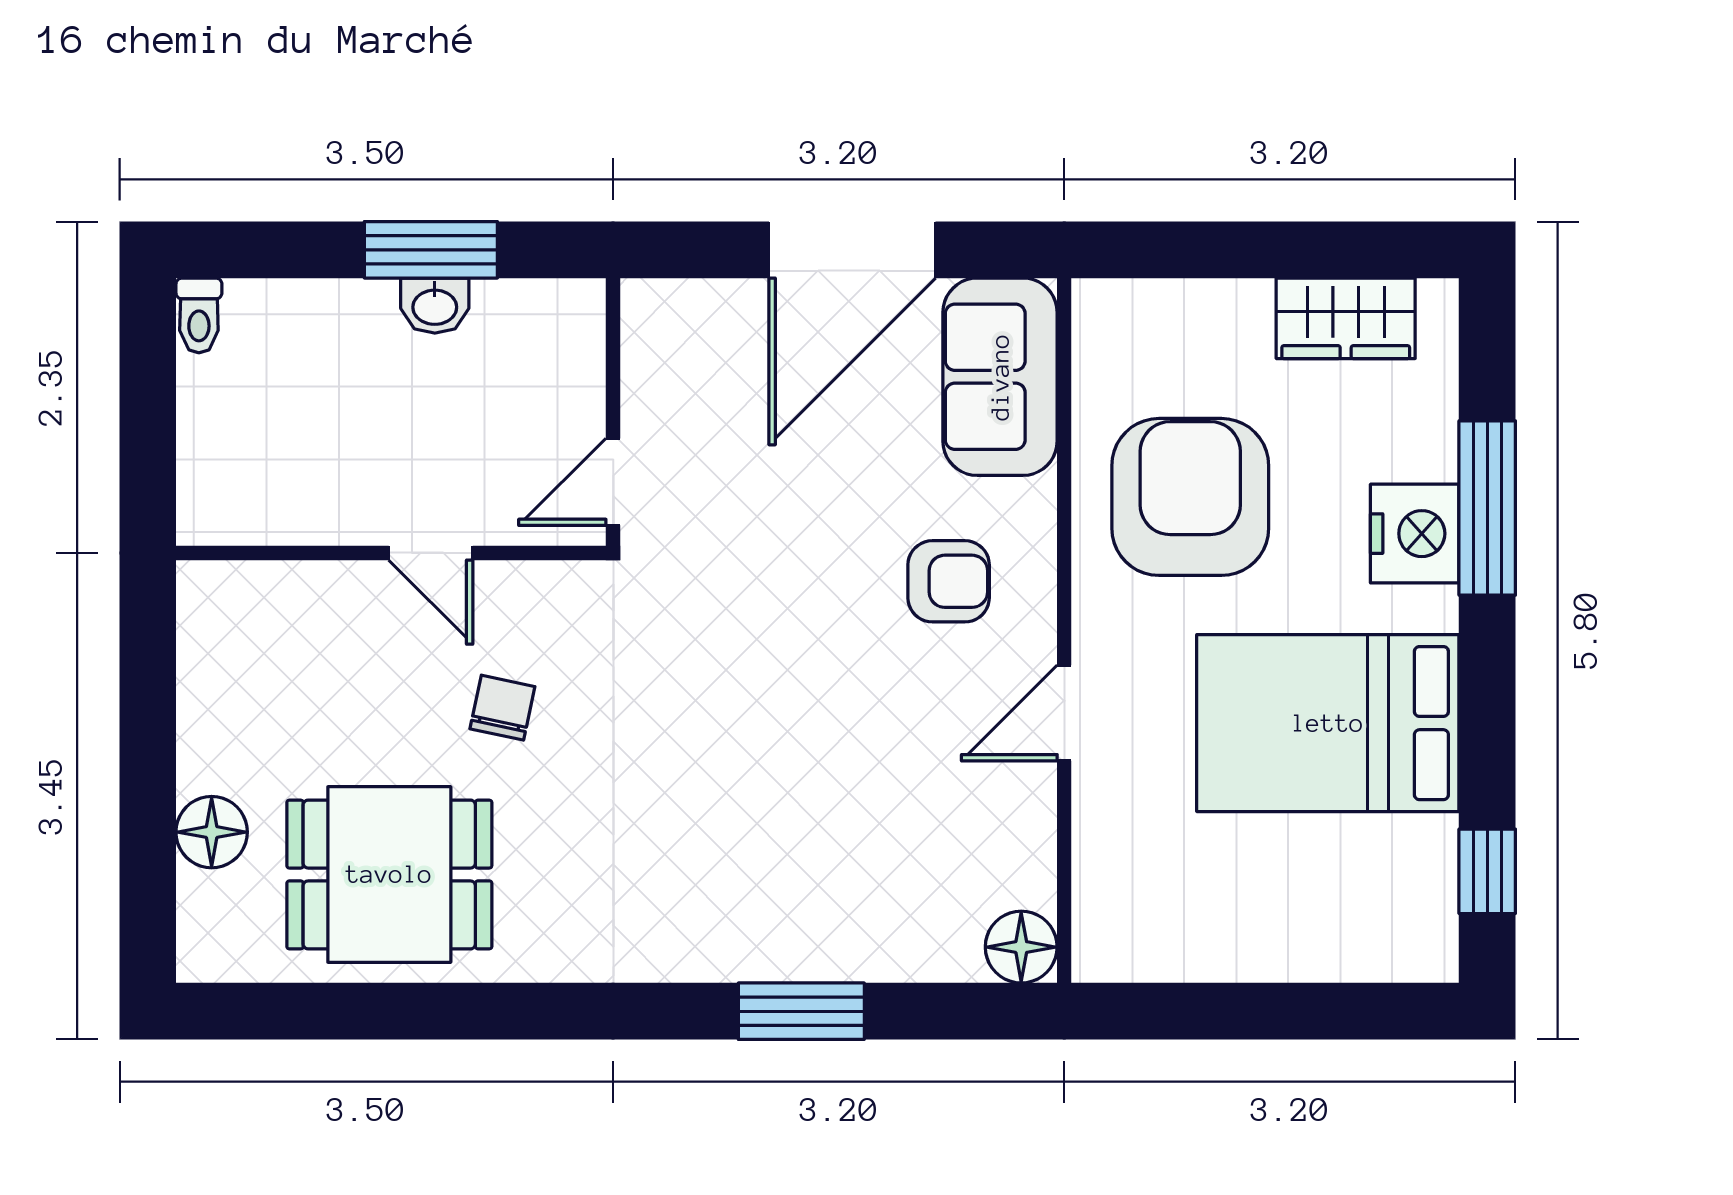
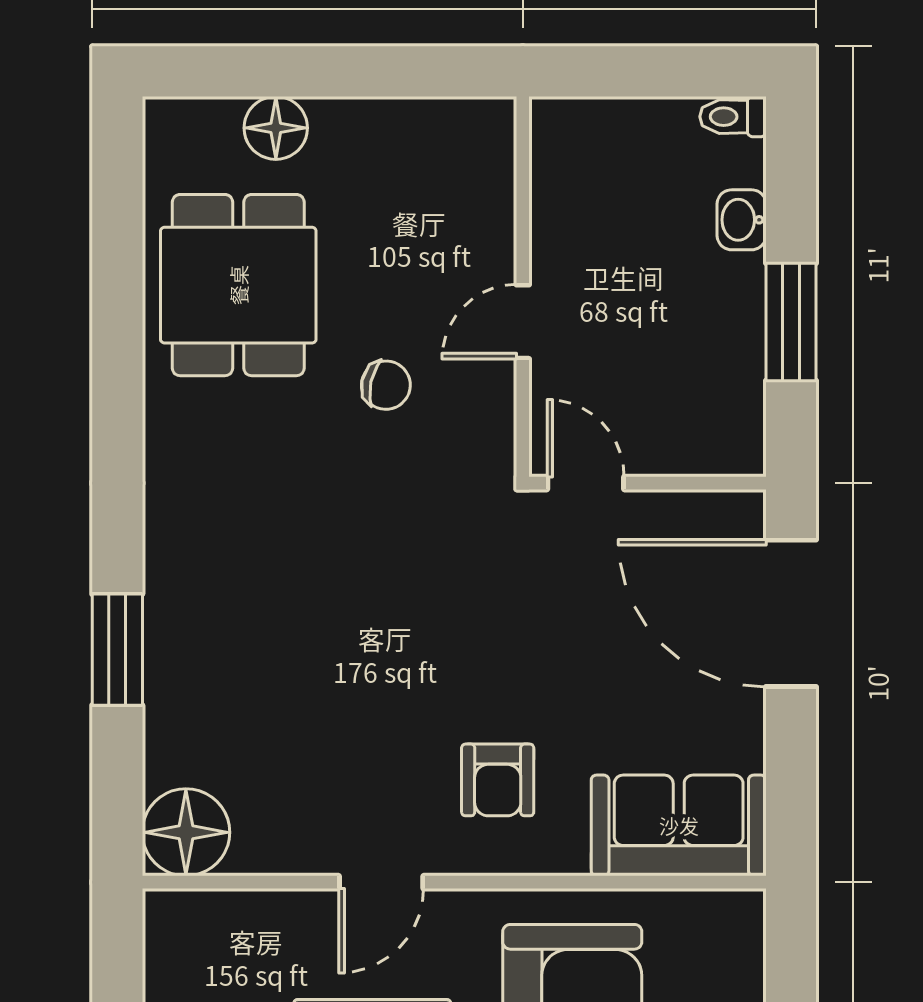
door: (852, 250) -> (791, 613), moved
washbasin: (435, 306) -> (742, 220), moved
door: (1064, 713) -> (381, 882), swing flipped
floor lamp: (1021, 947) -> (186, 832), width x1.38, depth x1.38

